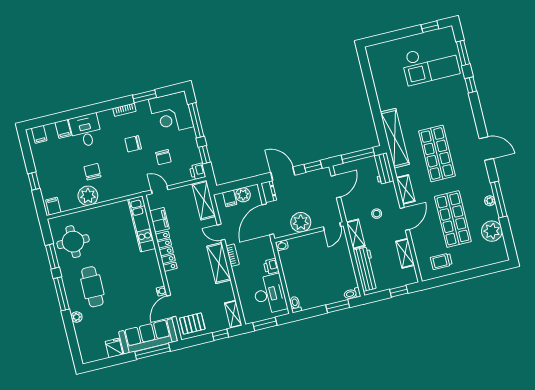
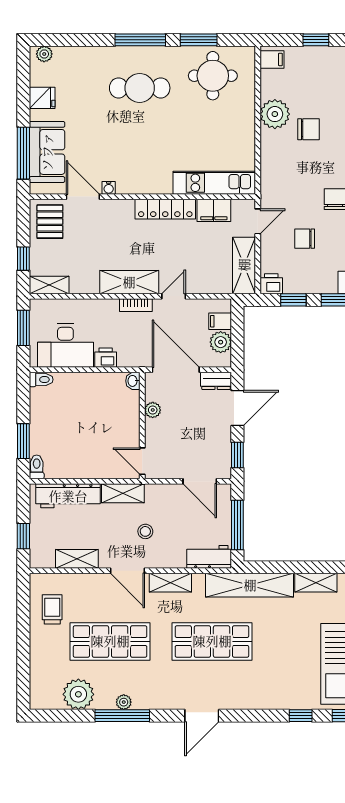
shelving: (383, 96) -> (316, 583), added
shelving: (204, 200) -> (244, 265), moved, turned 90
plant: (301, 222) -> (153, 410), width x0.53, depth x0.53
plant: (77, 317) -> (44, 54), moved
sofa: (148, 336) -> (47, 152), width x0.73

